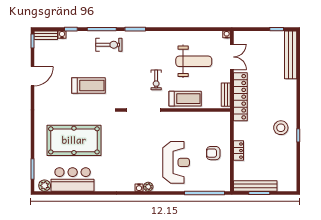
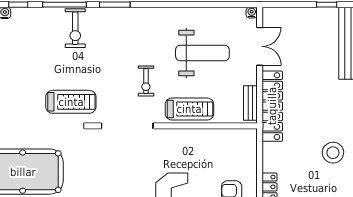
exercise bike: (109, 45) -> (75, 28), turned 90
treadmill: (89, 86) -> (71, 102), moved

